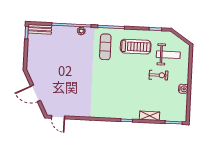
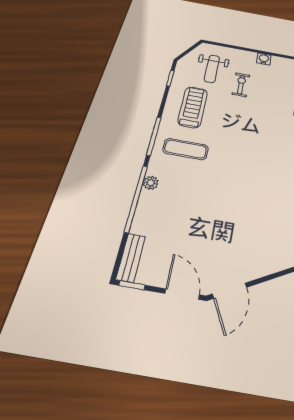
weight bench: (168, 55) -> (212, 69), turned 180
door: (25, 58) -> (182, 294), added
door: (35, 93) -> (230, 291), moved

